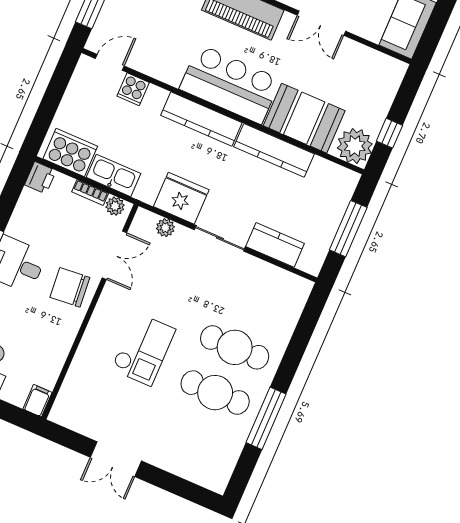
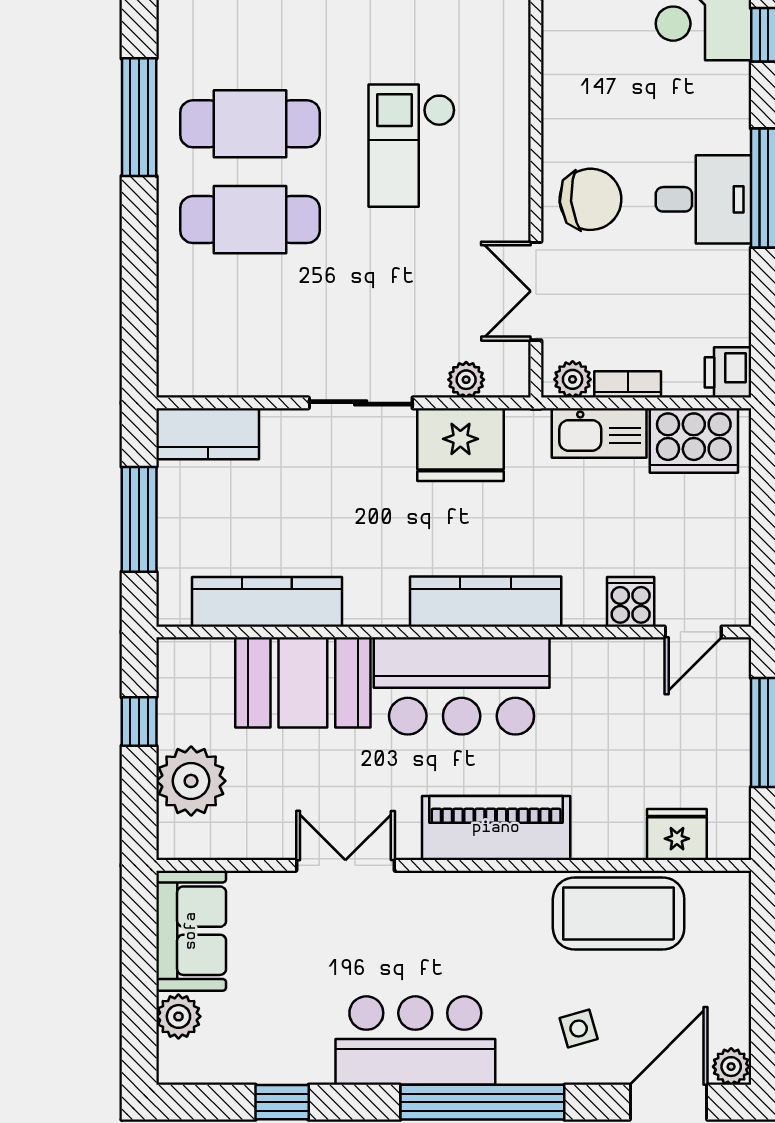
plant: (355, 146) -> (191, 781), moved
kitchen counter: (274, 150) -> (267, 602), moved
kitchen counter: (275, 245) -> (208, 434), moved

